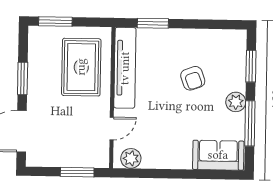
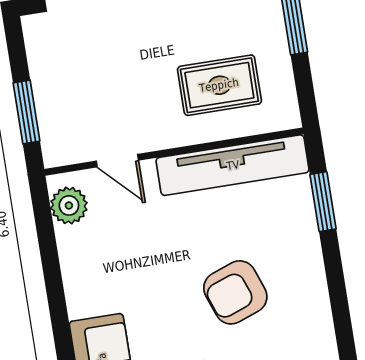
rug: (81, 67) -> (219, 85), width x0.73, depth x0.70
armchair: (193, 78) -> (235, 292), width x1.38, depth x1.38

